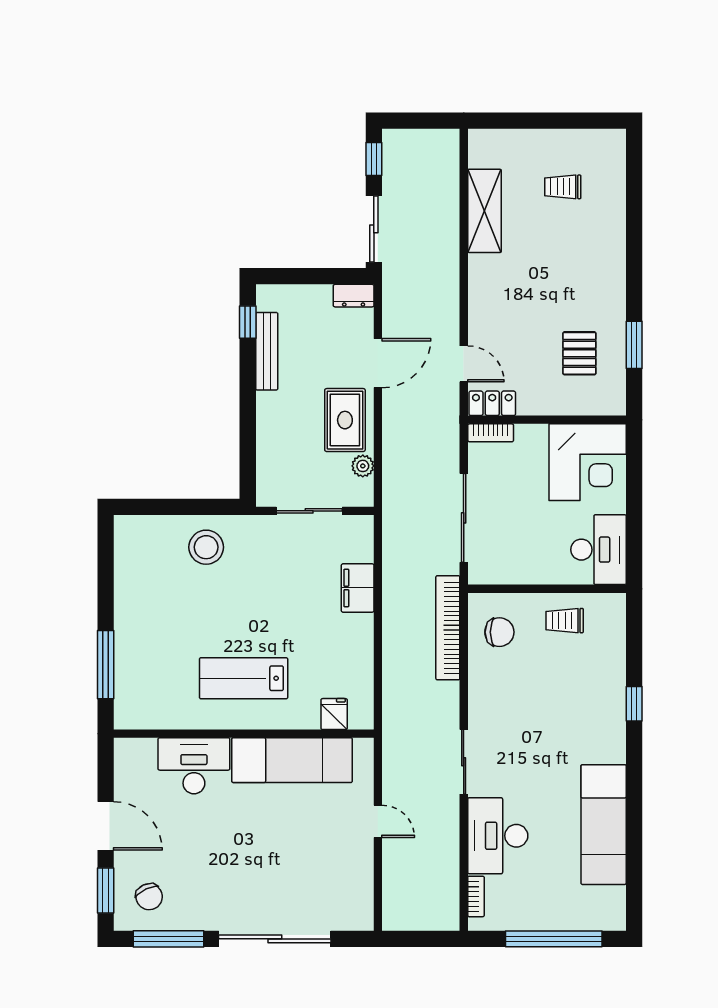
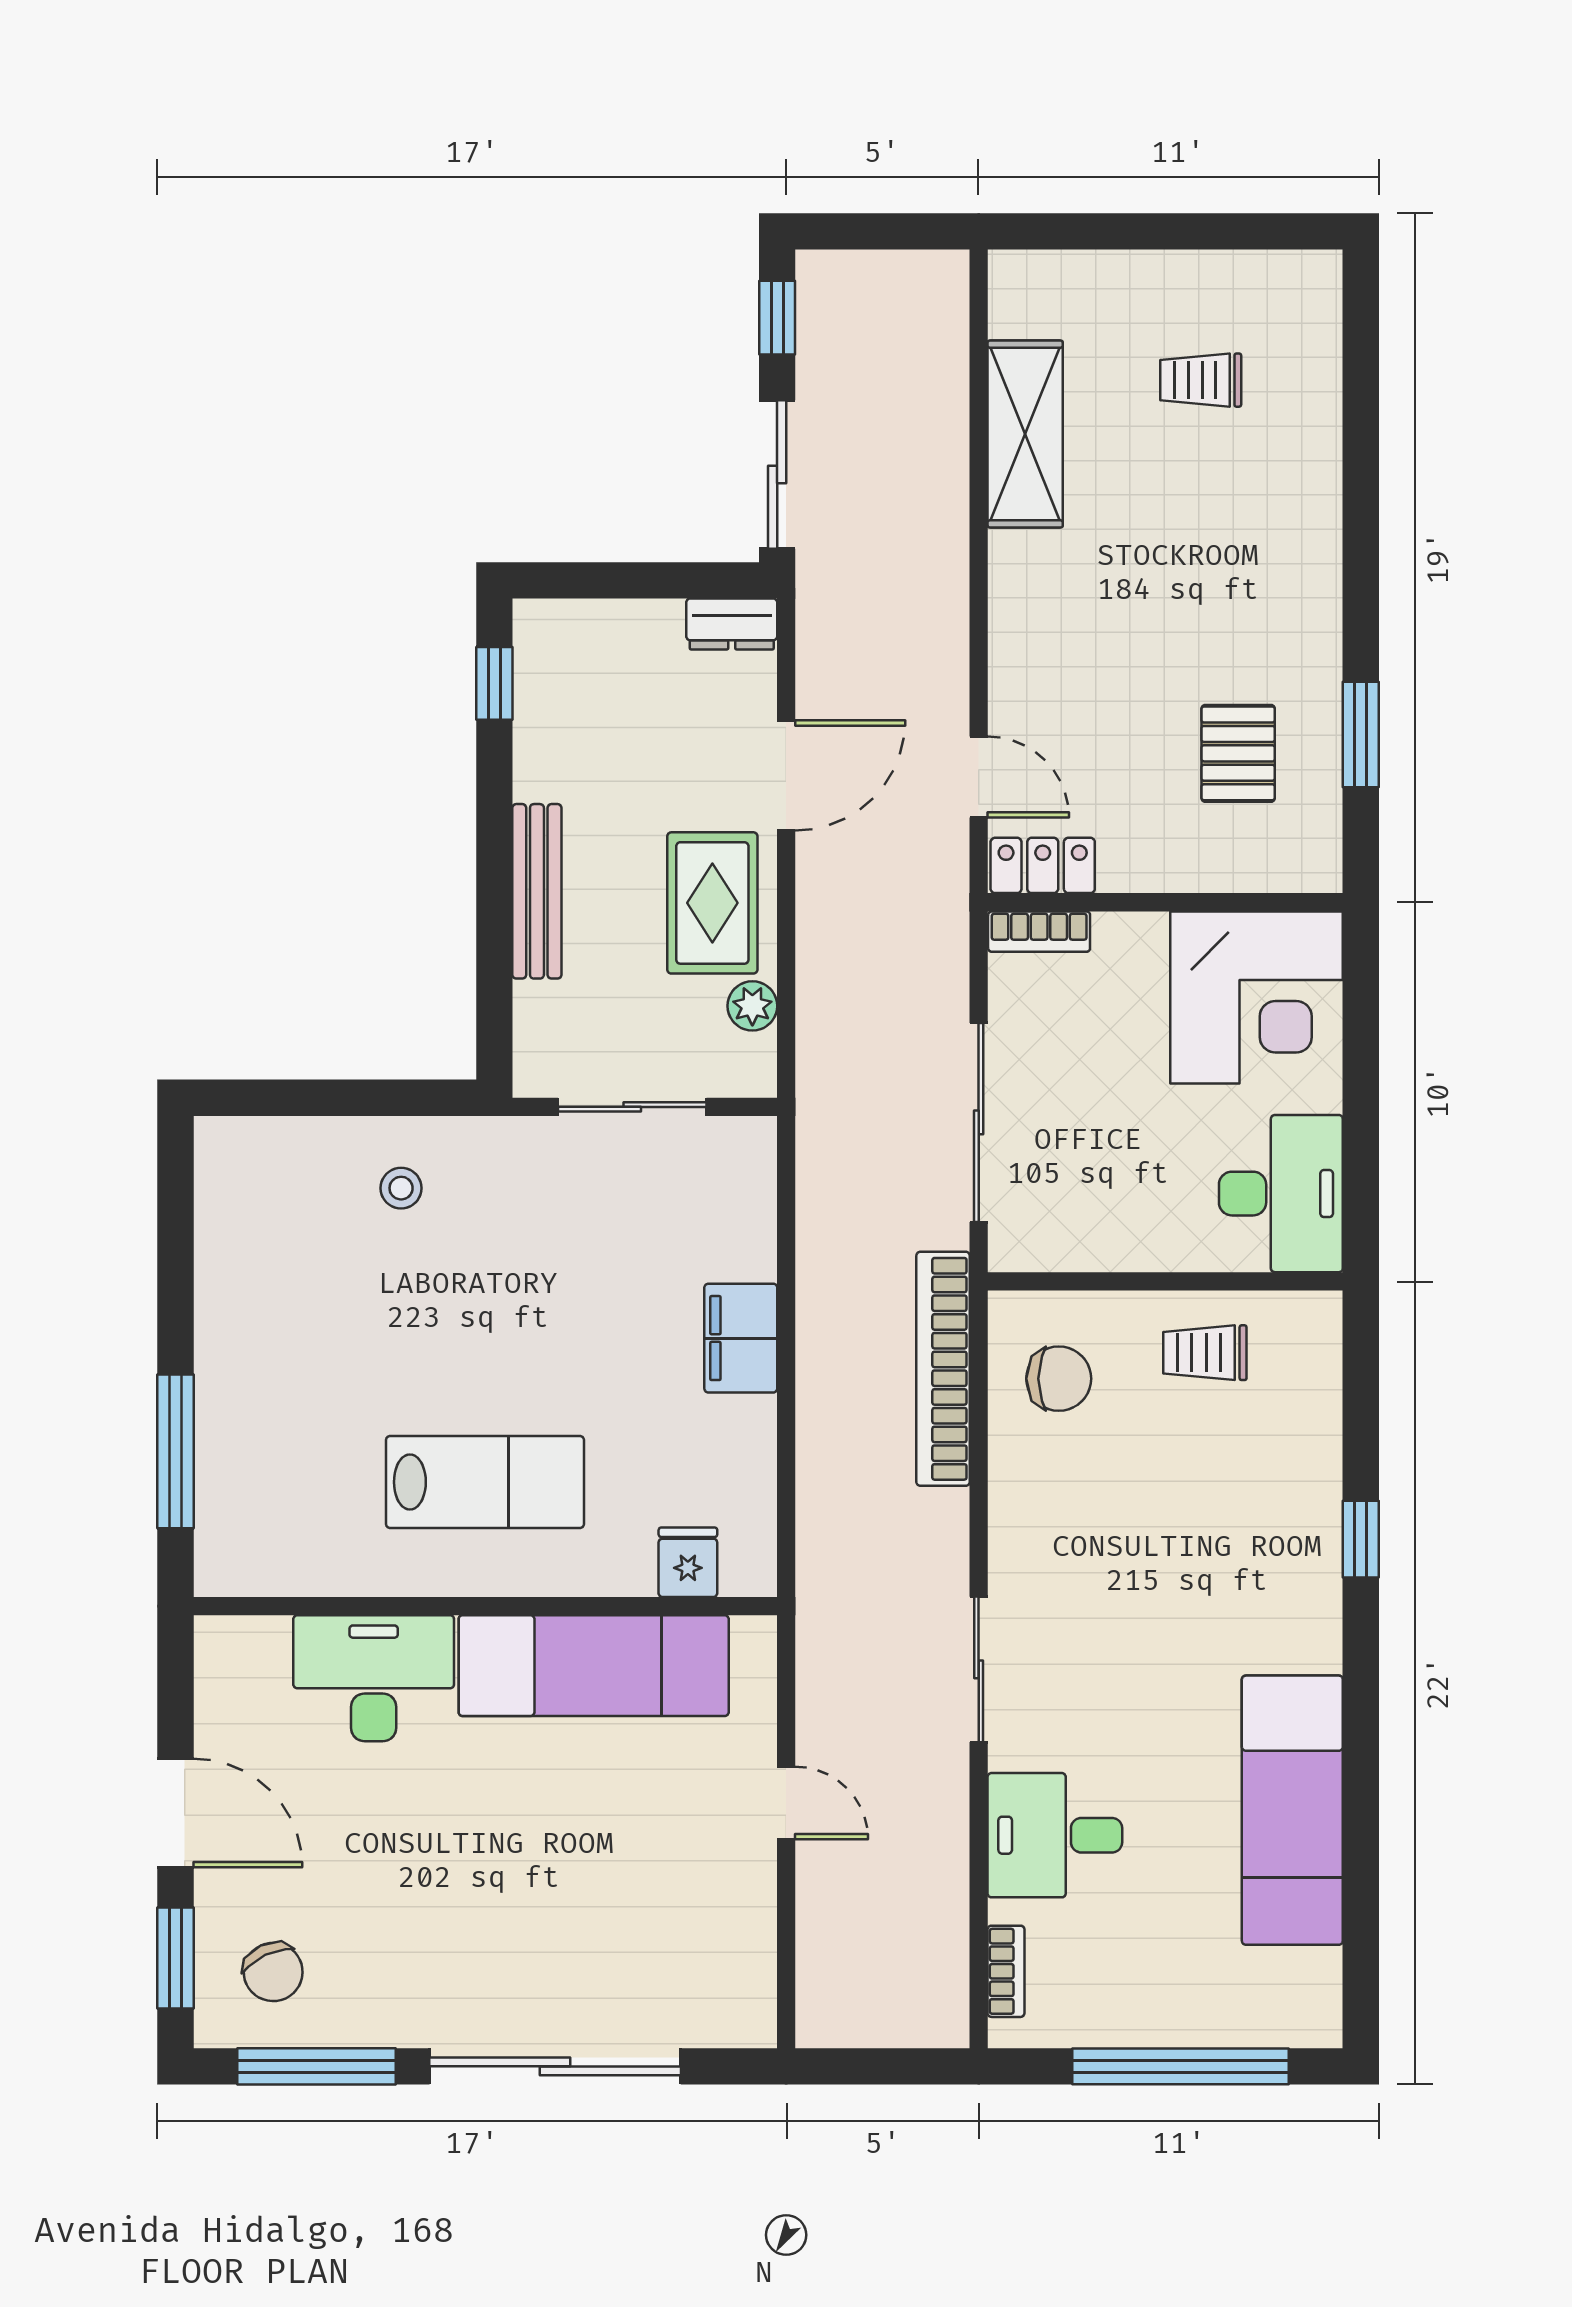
bench: (267, 351) -> (537, 891), moved
stool: (206, 547) -> (401, 1188), width x0.53, depth x0.53
filing cabinet: (358, 588) -> (741, 1338), moved
lab bench: (244, 678) -> (485, 1482), turned 180
desk: (498, 836) -> (1055, 1835), width x0.73

